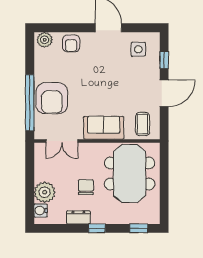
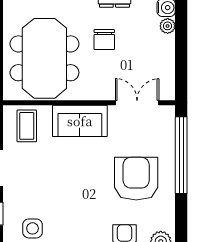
armchair: (52, 98) -> (136, 179), moved
plant: (45, 192) -> (168, 26), width x0.53, depth x0.53

